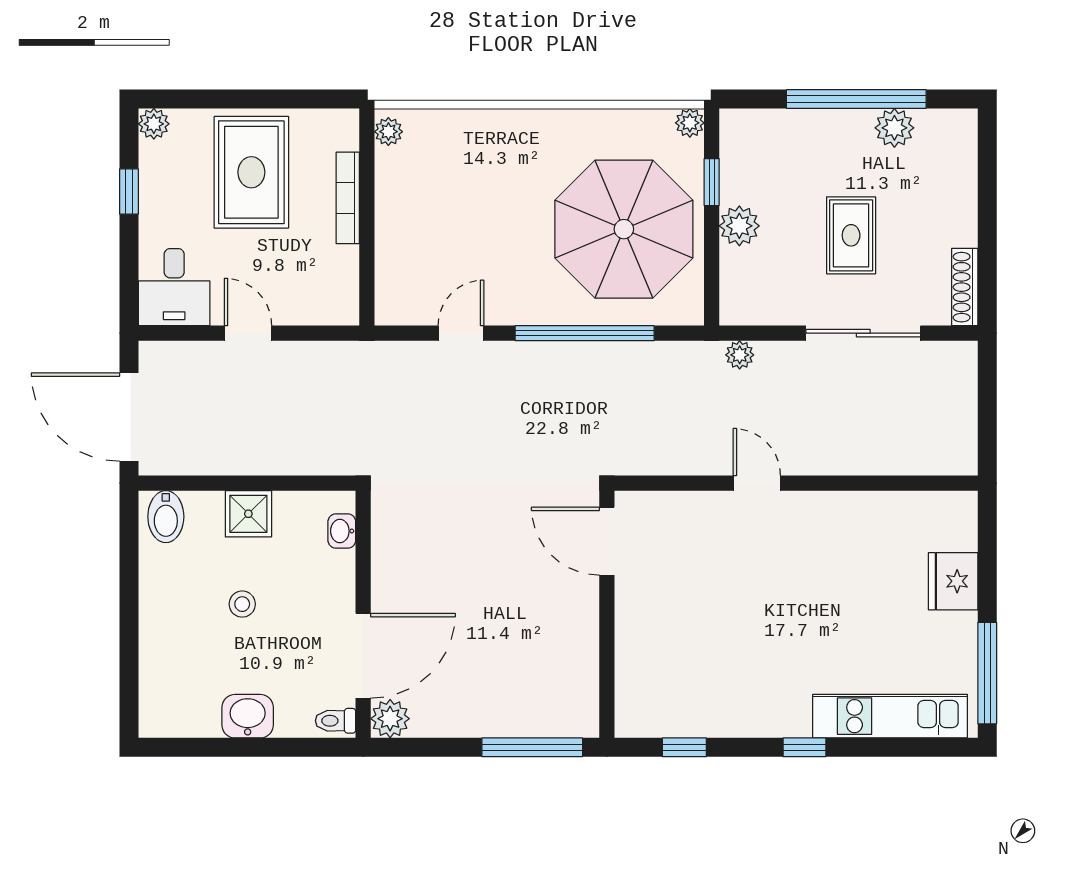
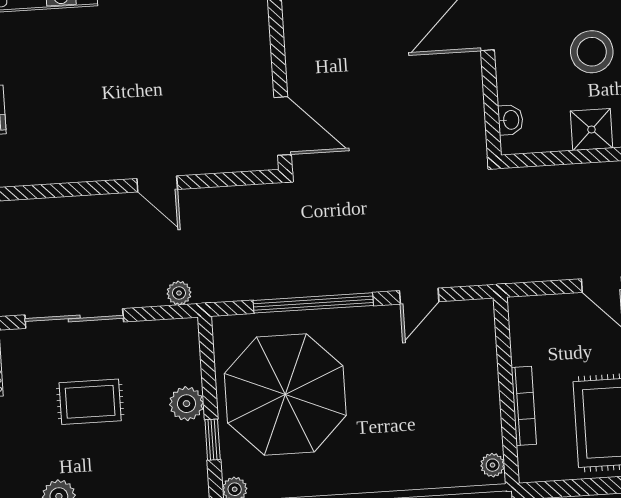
rug: (851, 235) -> (90, 402), turned 90
stool: (242, 604) -> (592, 52), width x1.89, depth x1.89

